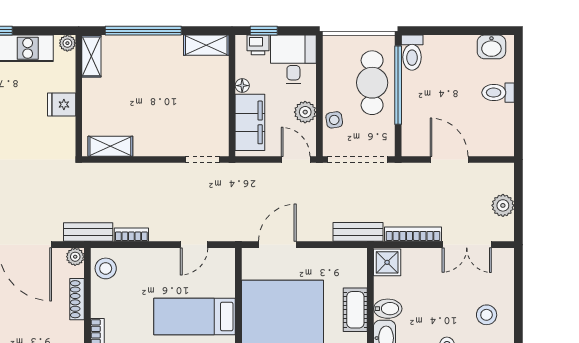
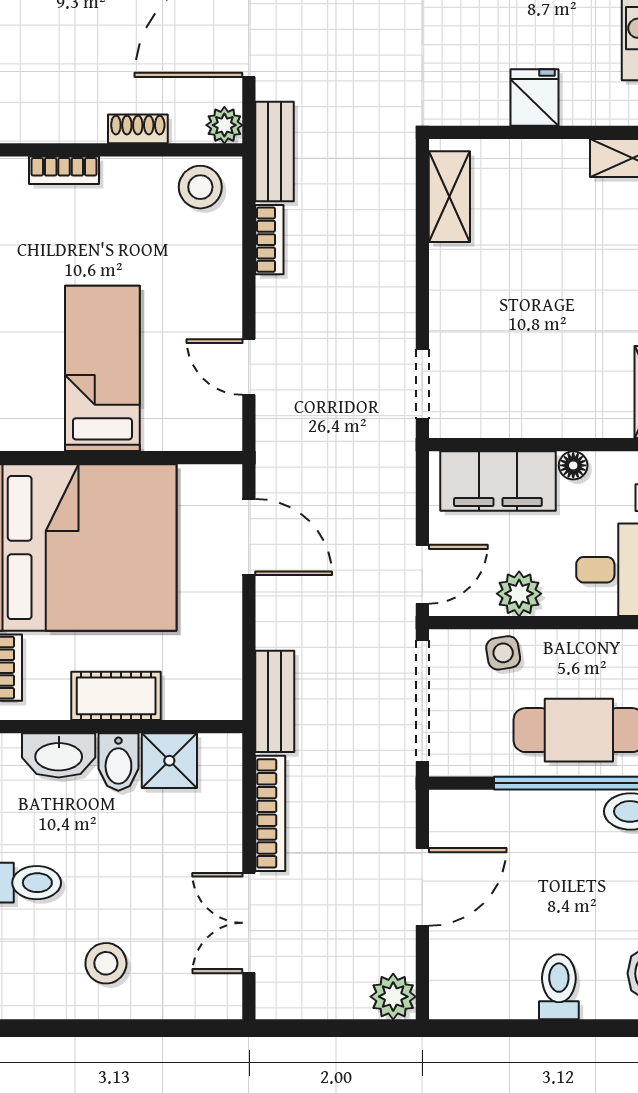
plant: (503, 205) -> (393, 997), moved
shower: (387, 262) -> (169, 761), moved
shoe rack: (77, 299) -> (138, 129), width x0.70

